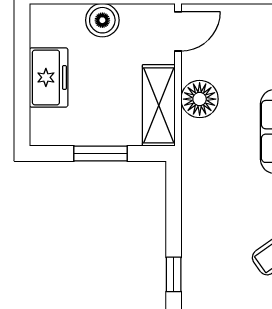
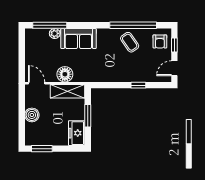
window: (22, 44) -> (42, 149), added
freezer: (49, 77) -> (77, 133), moved, turned -90

